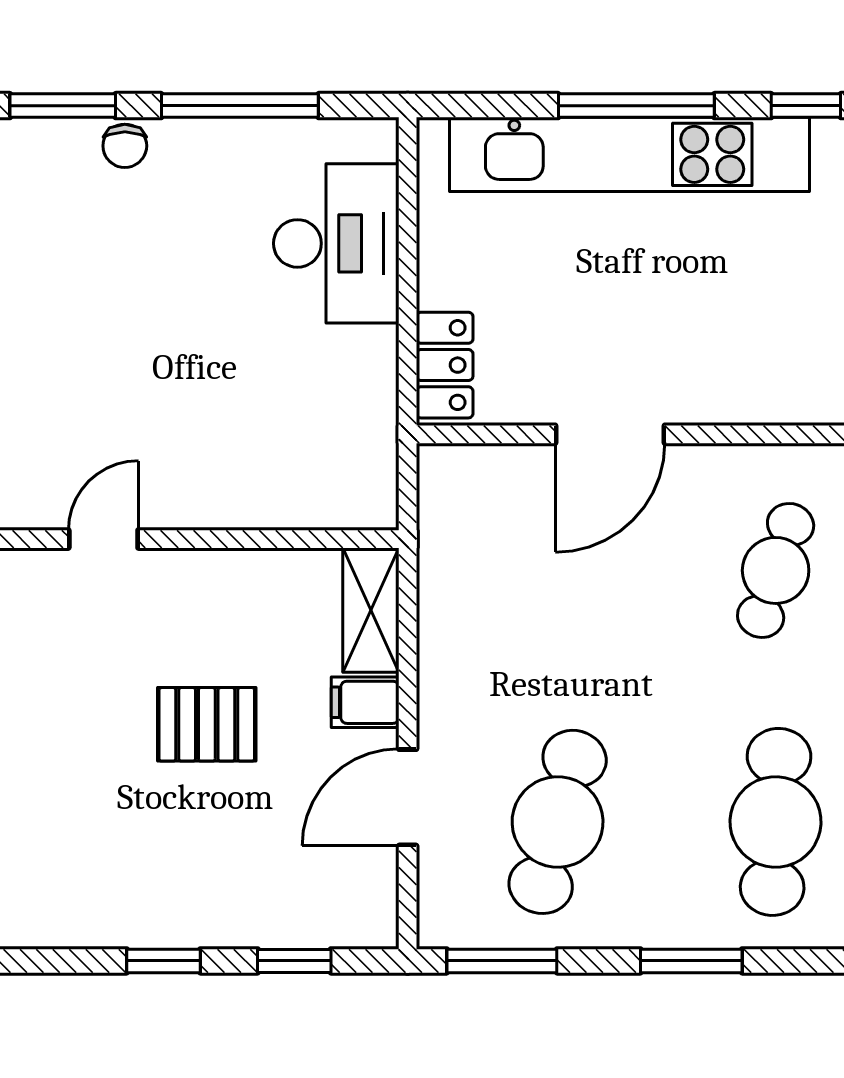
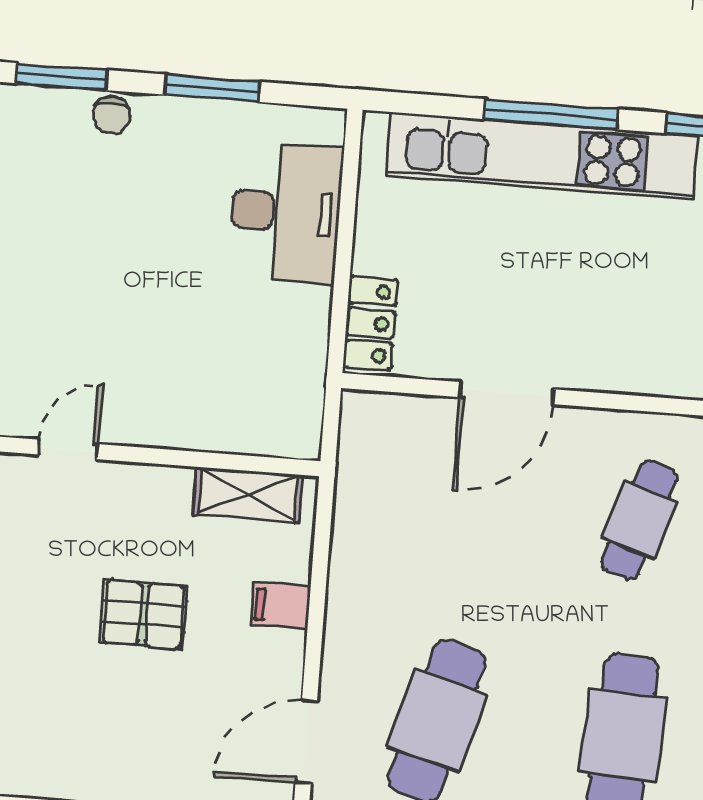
window: (240, 106) -> (213, 88), width x0.69
shelving: (371, 610) -> (248, 495), moved, turned 90
door: (408, 797) -> (306, 742), moved

